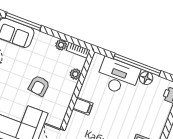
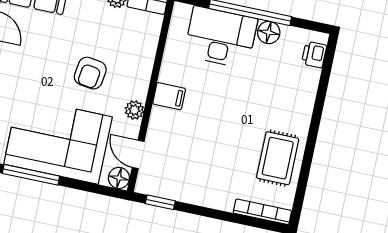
plant: (75, 74) -> (134, 110), moved

